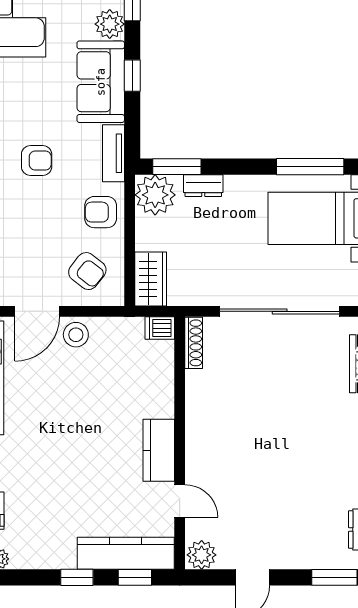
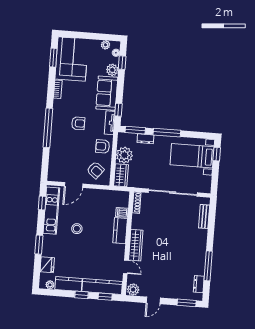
window: (132, 76) -> (118, 110), moved
window: (310, 167) -> (167, 133), moved
plant: (155, 195) -> (124, 155), moved
dishwasher: (160, 328) -> (122, 212), moved
stool: (76, 335) -> (77, 229), moved
wardrobe: (200, 446) -> (136, 245), added
kitchen counter: (159, 450) -> (120, 231), moved
kitchen counter: (43, 553) -> (68, 284), added

